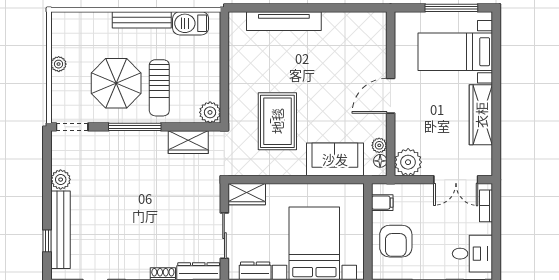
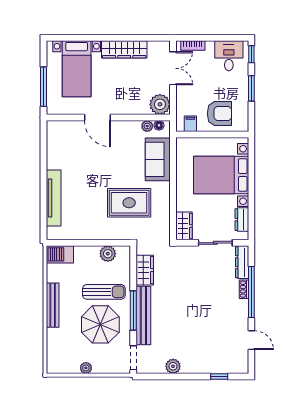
window: (451, 8) -> (44, 87), moved
barbecue: (191, 23) -> (60, 254), moved, turned 90
door: (391, 96) -> (97, 118), moved
plant: (210, 112) -> (108, 254), moved
bench: (60, 230) -> (143, 316), moved, turned 90

